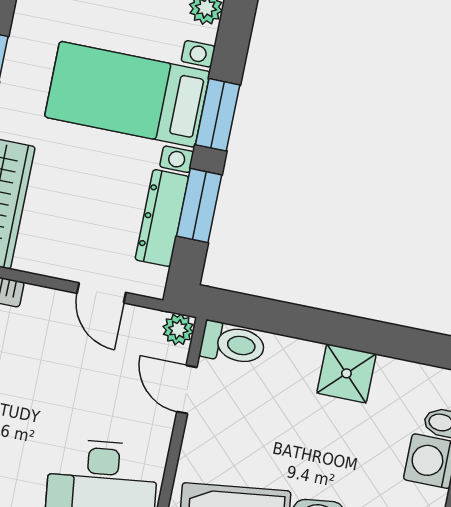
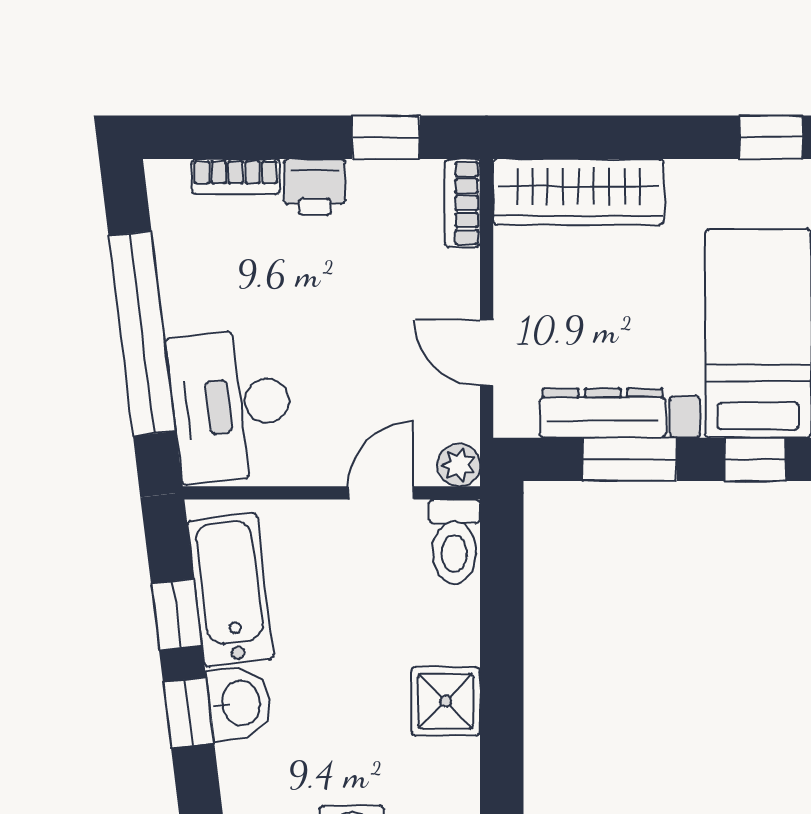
window: (218, 115) -> (755, 459), width x0.67
door: (101, 293) -> (487, 353), hinge flipped

